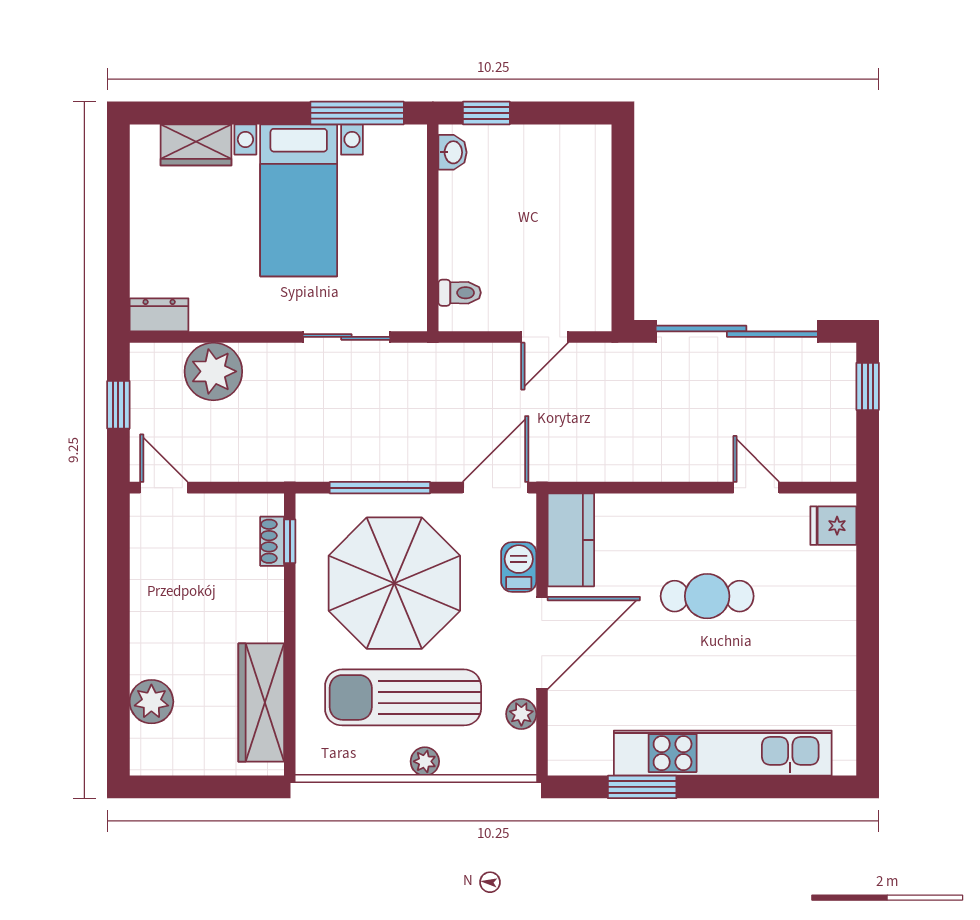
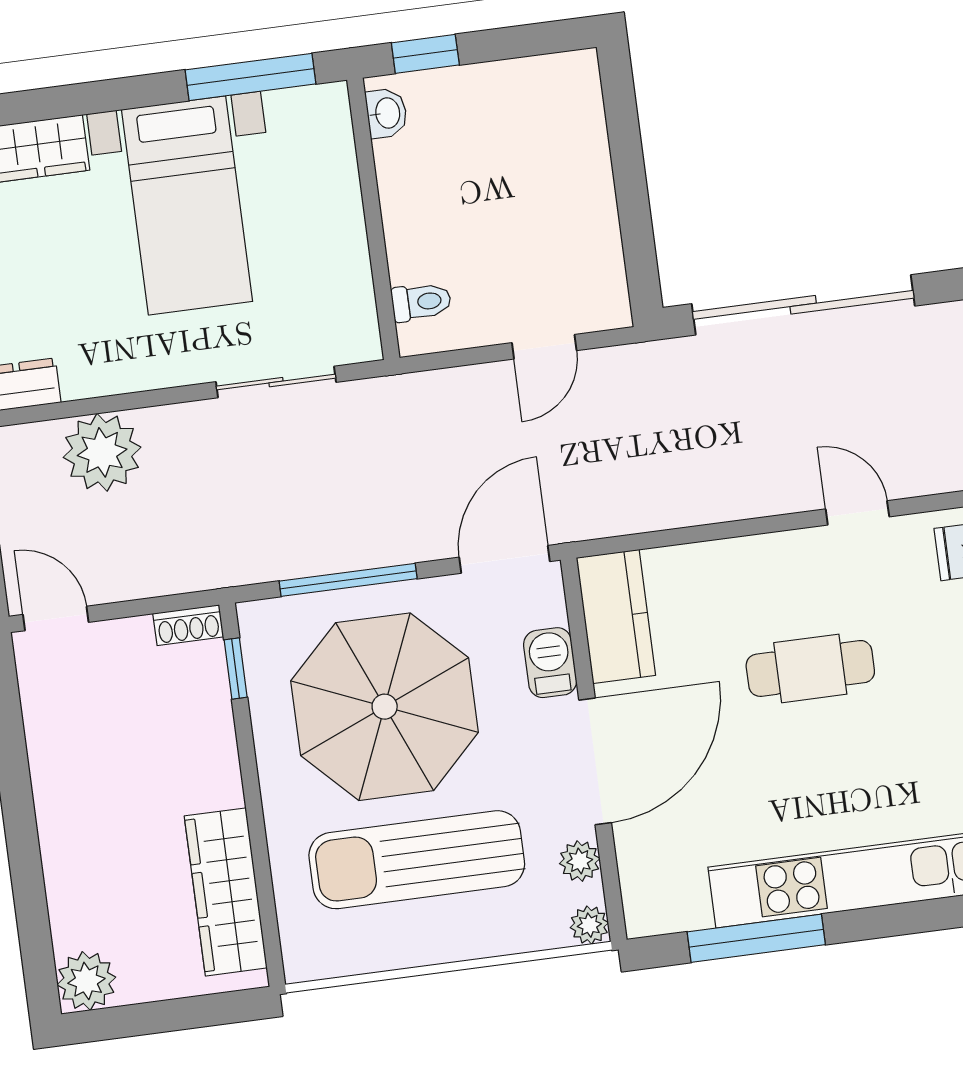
shoe rack: (272, 541) -> (188, 625), moved, turned -90
plant: (151, 702) -> (86, 981), moved
plant: (425, 761) -> (589, 925), moved
window: (642, 787) -> (756, 938), width x1.44

